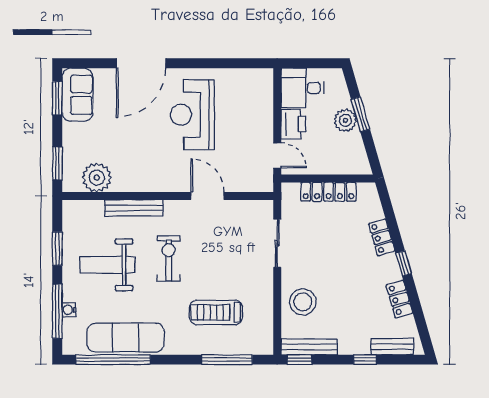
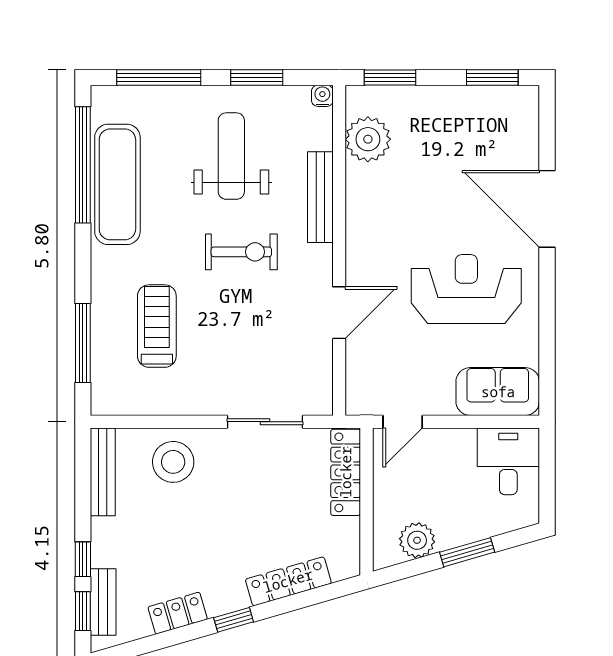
sofa: (77, 95) -> (498, 392), moved, turned 180
plant: (345, 120) -> (417, 540), moved
printer: (293, 124) -> (452, 447), removed
locker: (328, 192) -> (346, 472), moved
locker: (382, 237) -> (288, 581), width x1.53
water cooler: (69, 310) -> (322, 96), moved
window: (299, 360) -> (83, 611), moved

